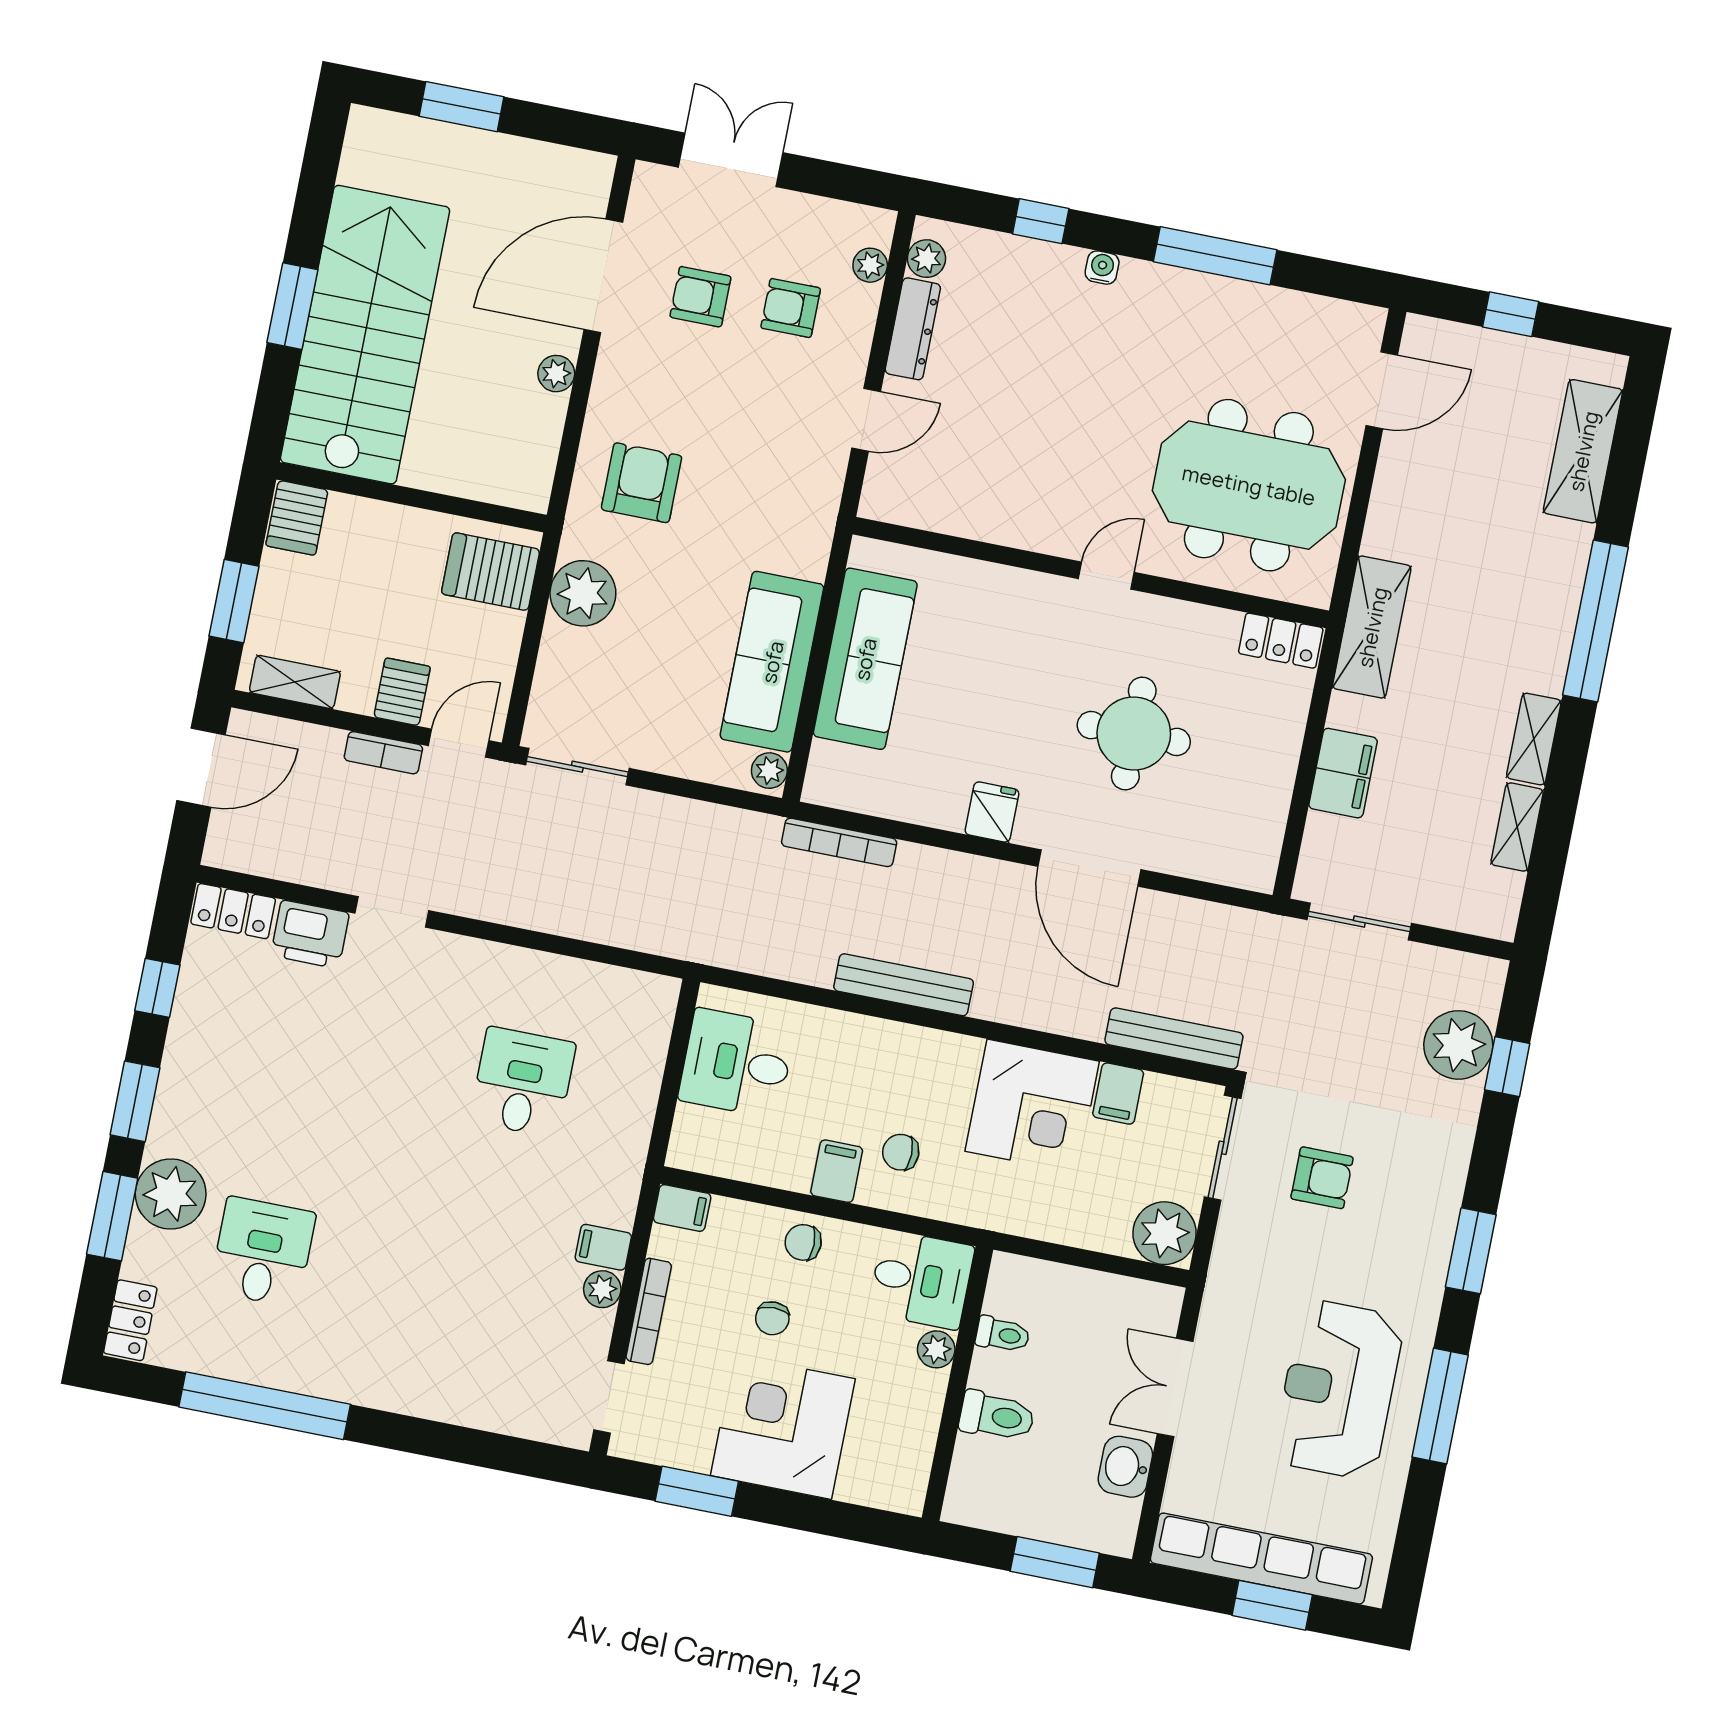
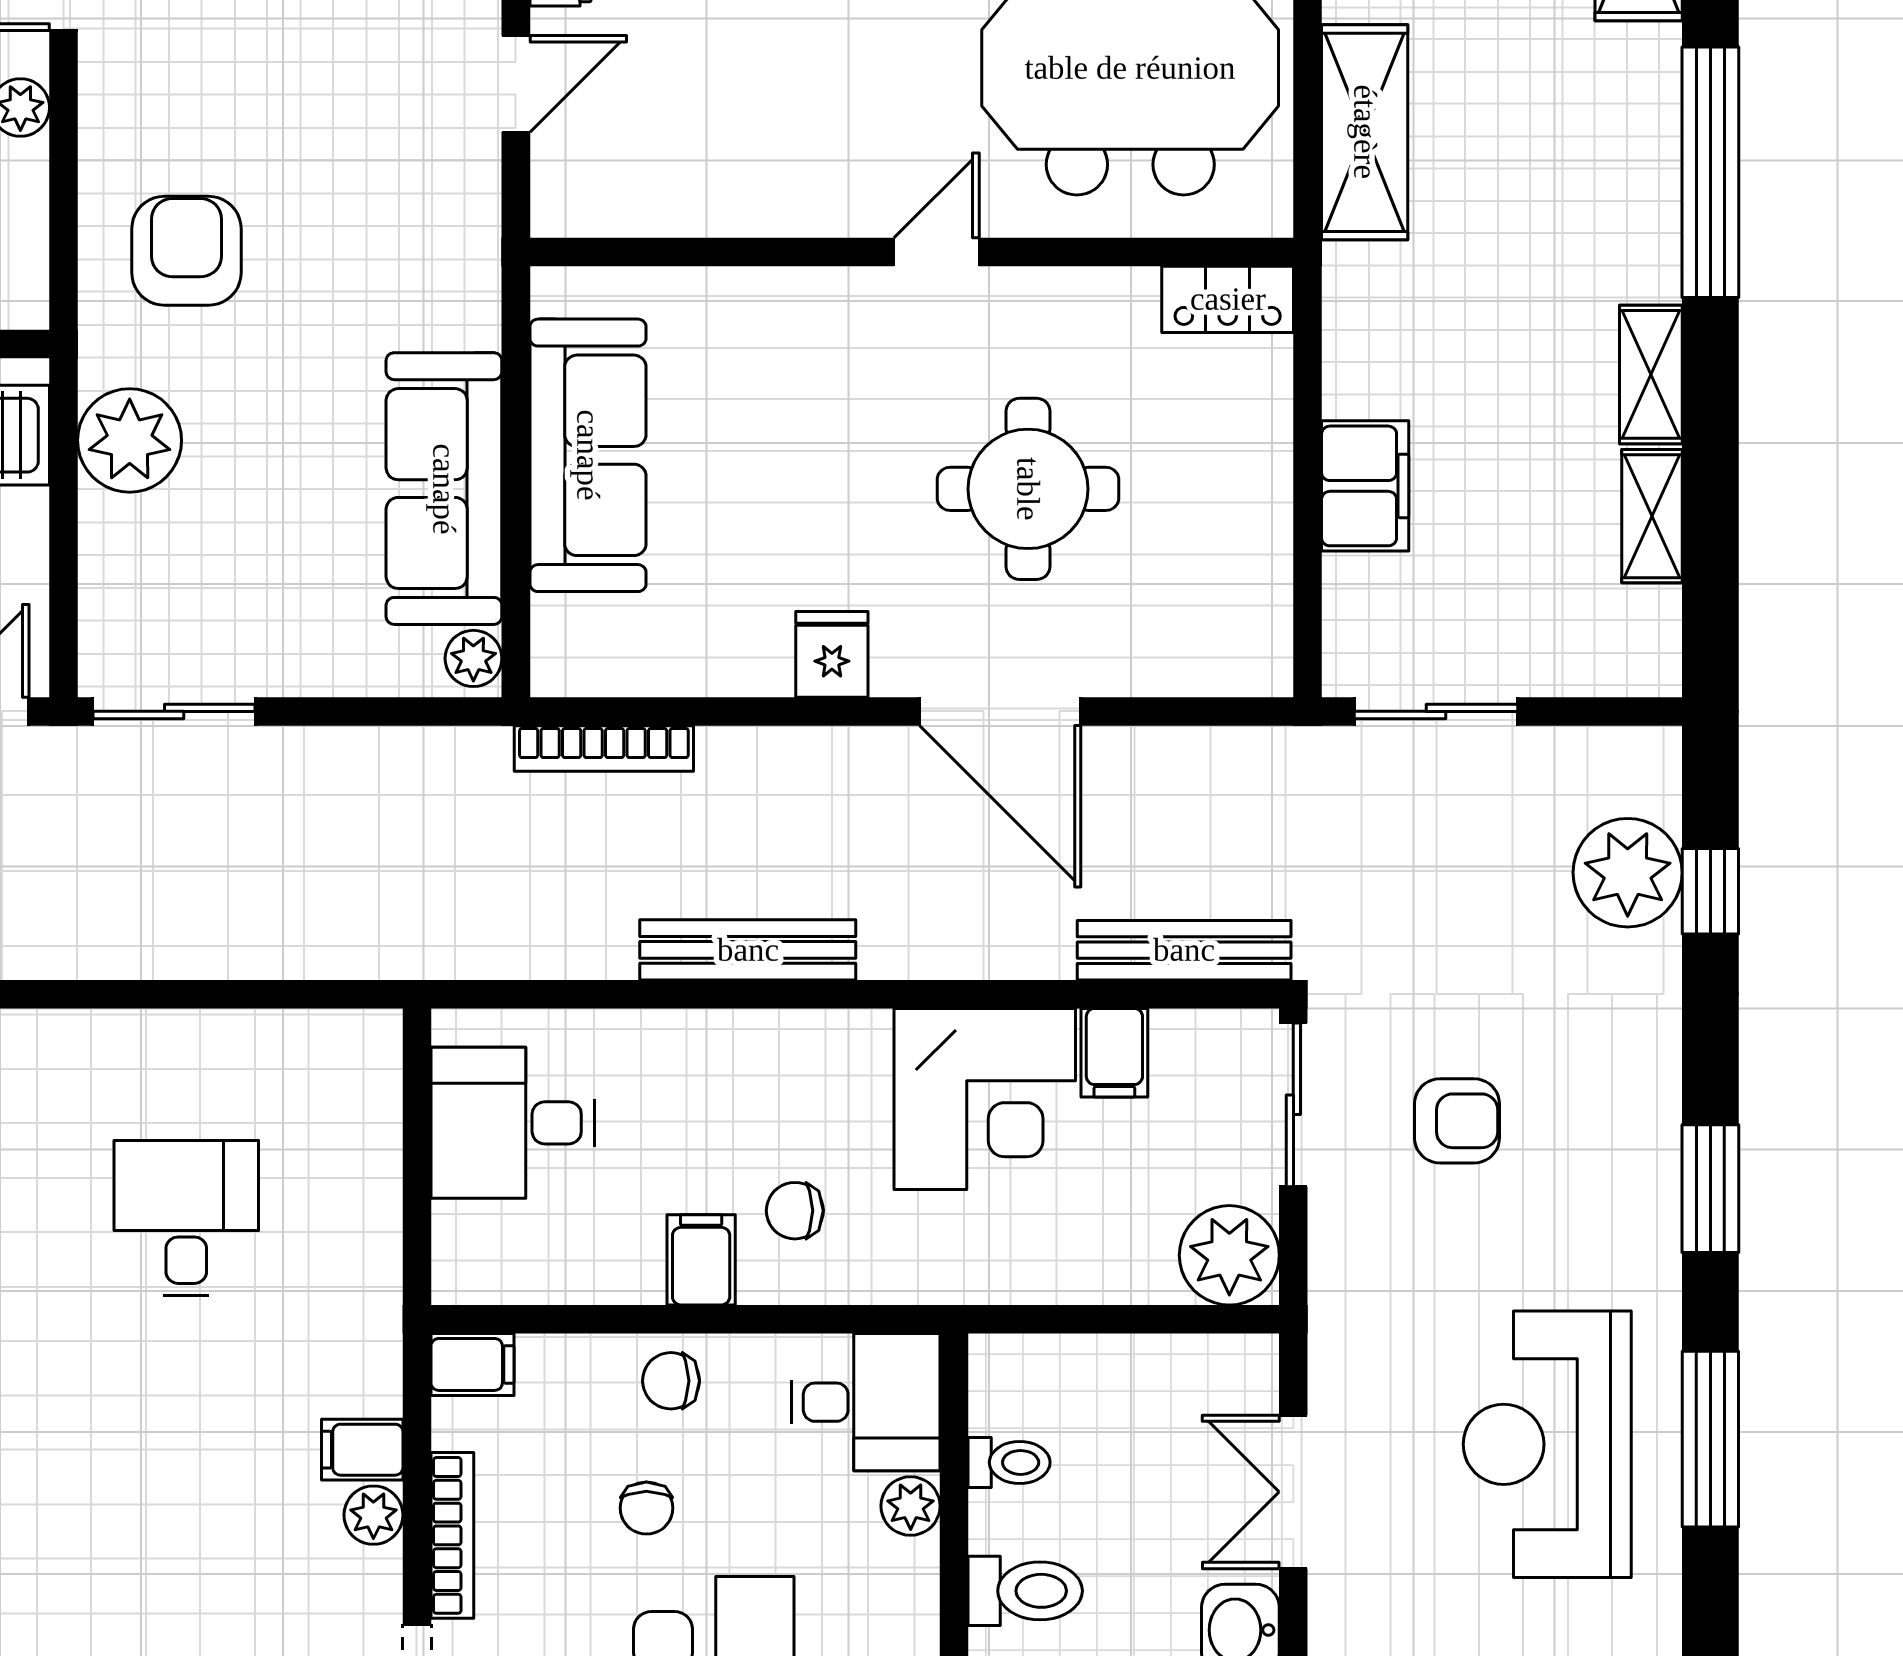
shelving: (1372, 627) -> (1365, 132), moved

